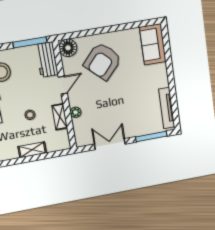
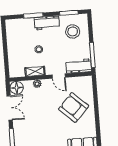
floor lamp: (68, 48) -> (17, 88), moved
shelving: (32, 150) -> (12, 48), removed

